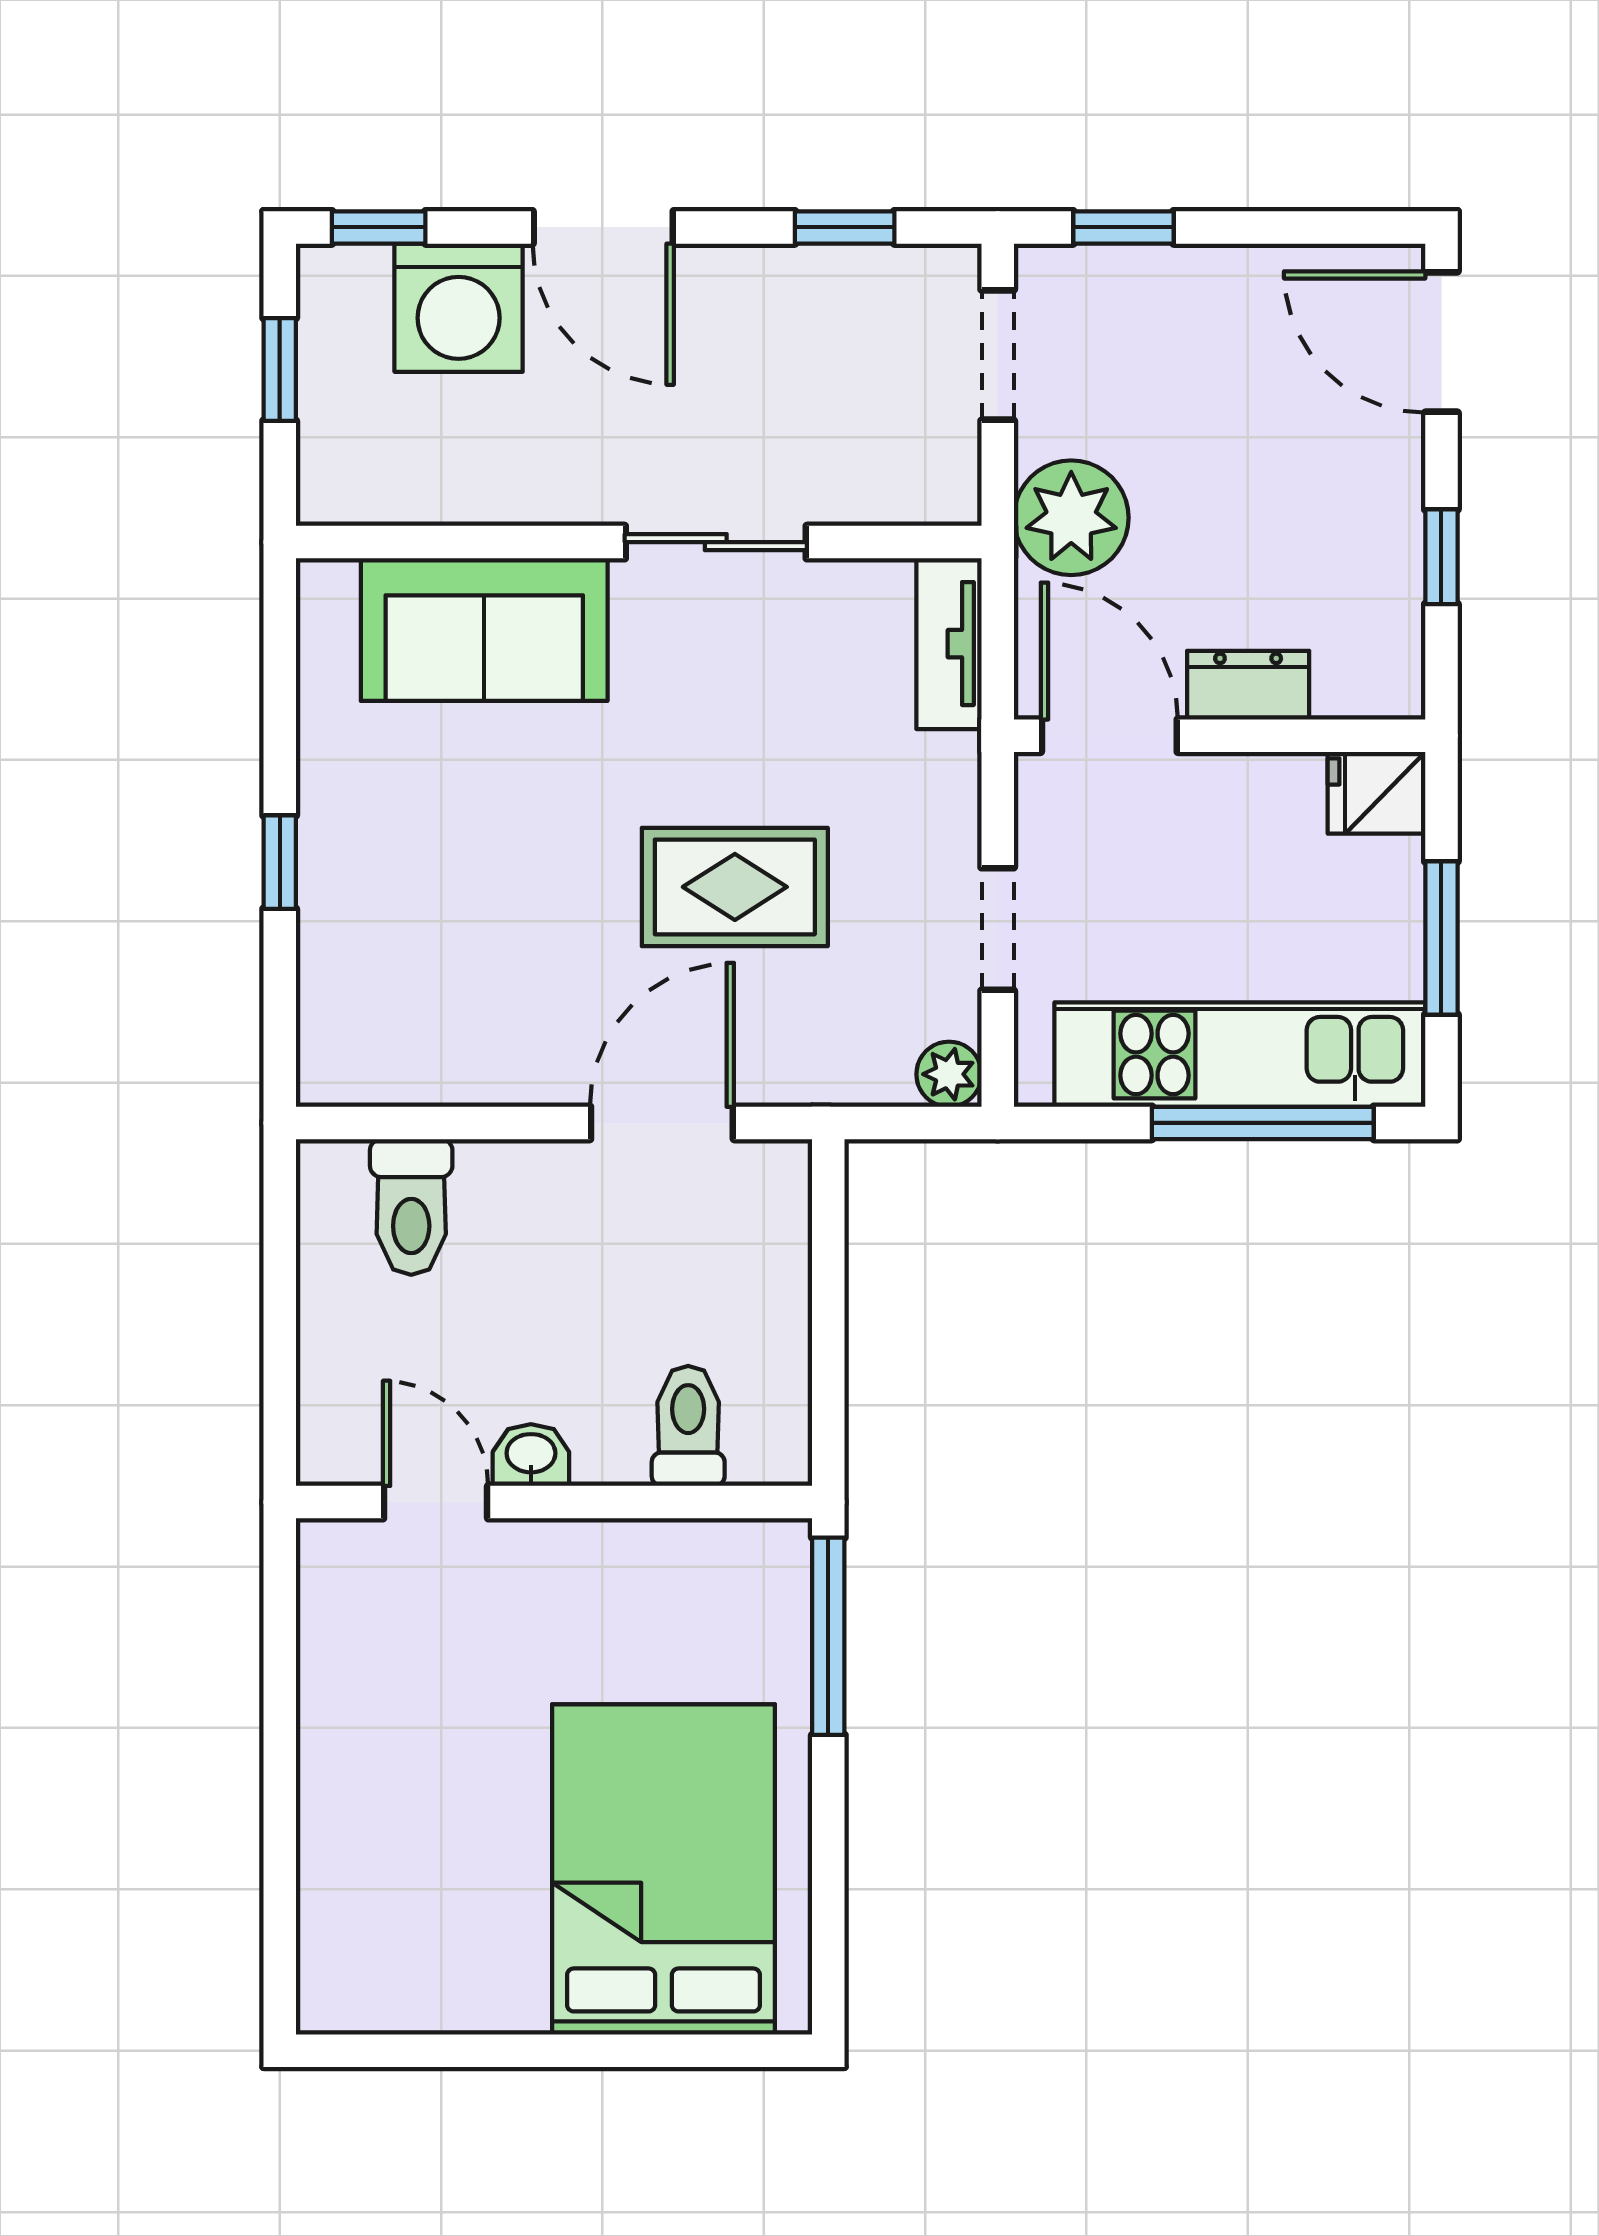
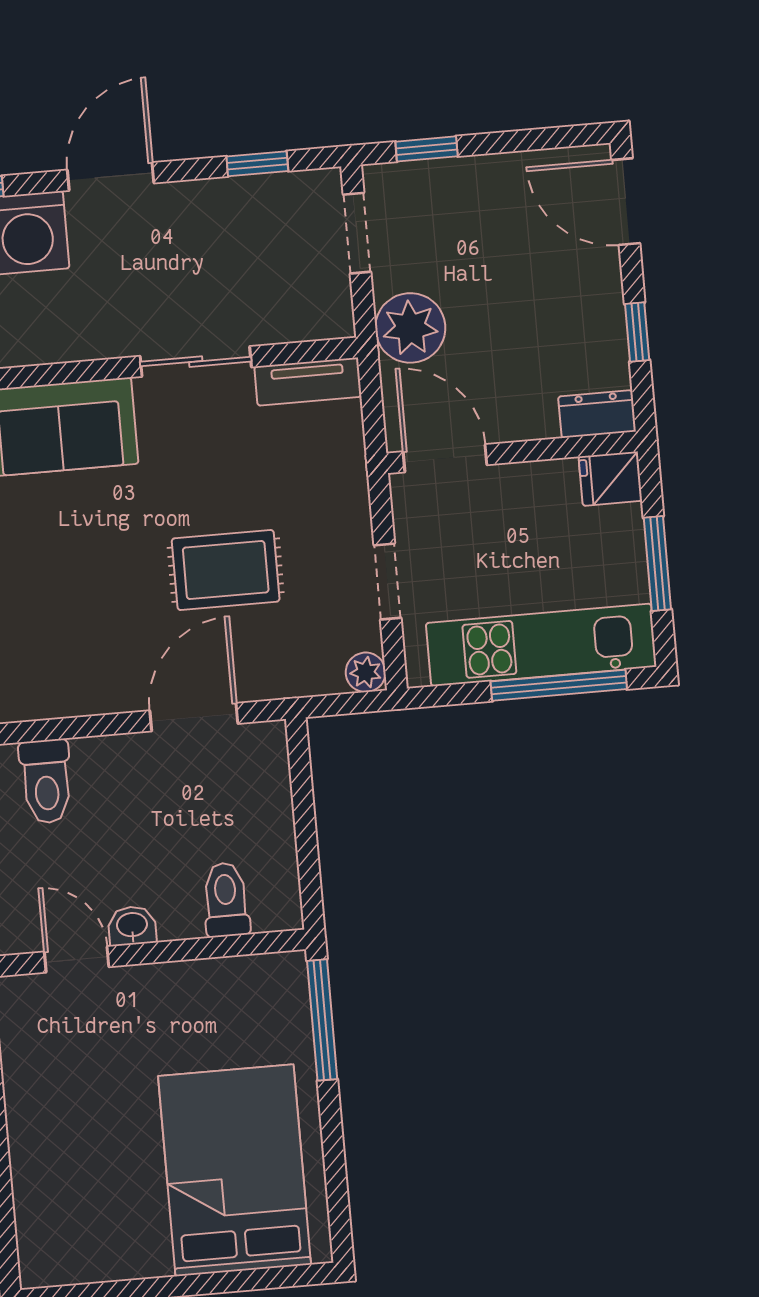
door: (603, 227) -> (111, 177), swing flipped
tv unit: (949, 644) -> (308, 382), moved, turned -90
dresser: (1248, 685) -> (597, 414), moved

